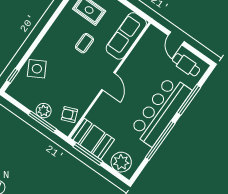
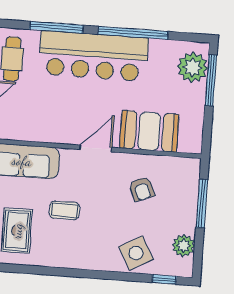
plant: (44, 111) -> (184, 246), moved
armchair: (69, 115) -> (142, 189), moved
booth: (92, 139) -> (149, 131), moved, turned 90
window: (88, 154) -> (211, 80), moved

